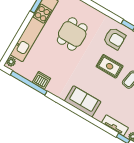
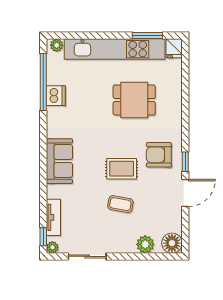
armchair: (114, 39) -> (159, 155), turned 90
rug: (110, 66) -> (122, 169), turned 90

